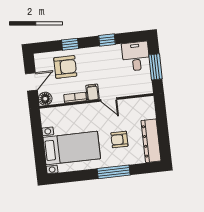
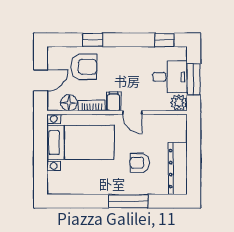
window: (107, 40) -> (164, 40), moved
desk: (136, 56) -> (170, 77), moved, turned 90
plant: (146, 87) -> (179, 103), added
floor lamp: (45, 99) -> (69, 103), moved
bed with nightstands: (72, 148) -> (81, 142), moved

